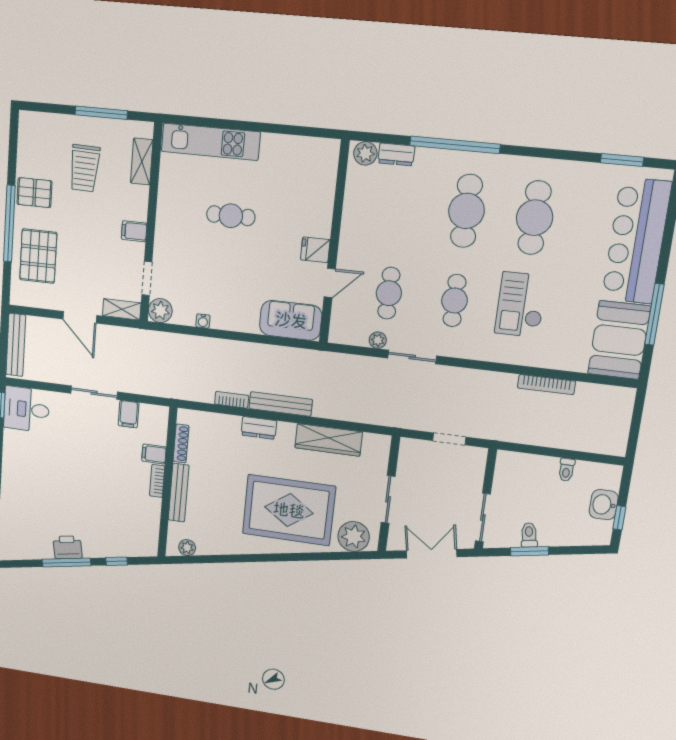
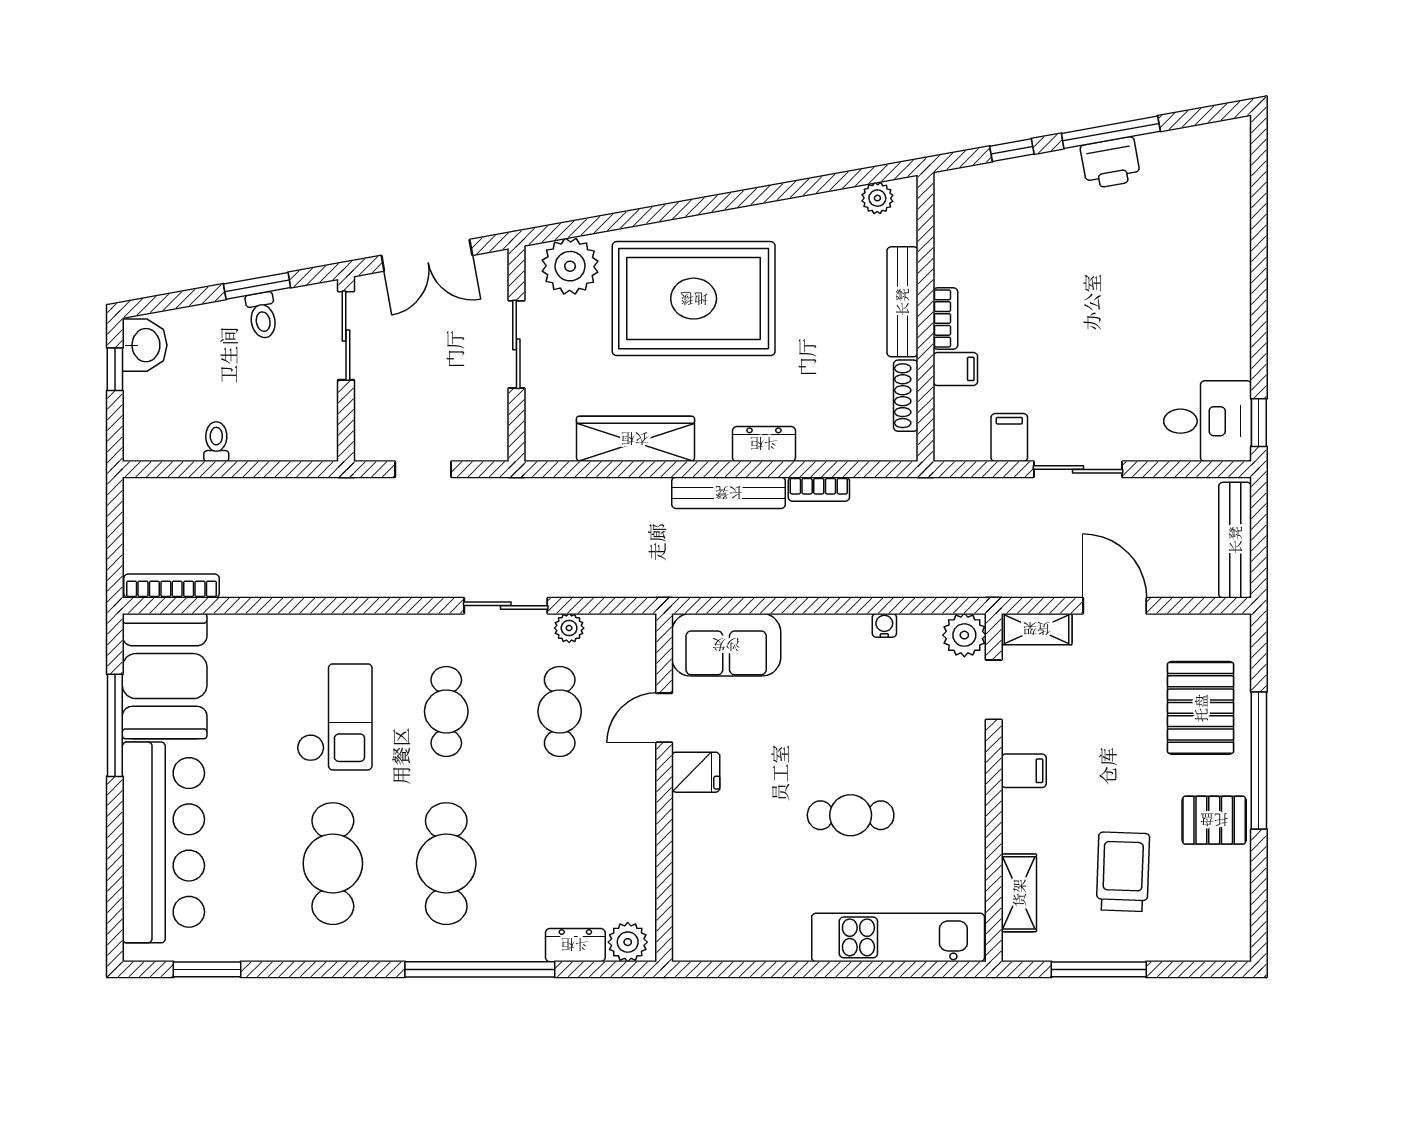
bookcase: (546, 385) -> (172, 586), moved
washbasin: (604, 505) -> (145, 345), moved

